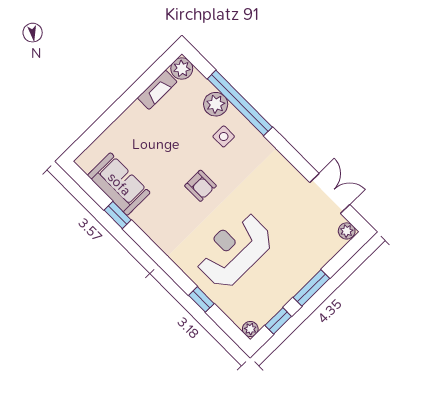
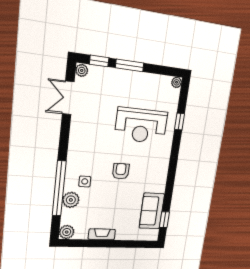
fireplace: (157, 90) -> (102, 234), moved
window: (118, 215) -> (164, 220), moved
window: (278, 321) -> (99, 61), moved

